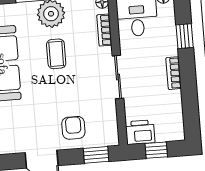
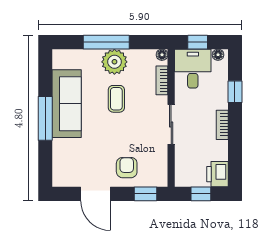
printer: (140, 132) -> (217, 174), moved, turned -90

